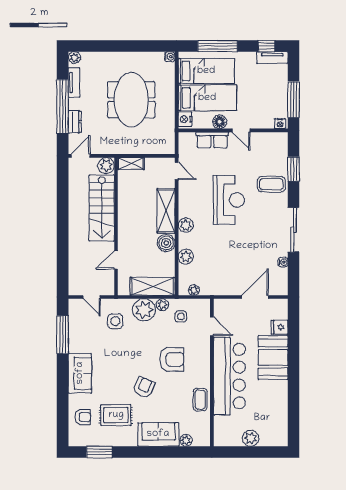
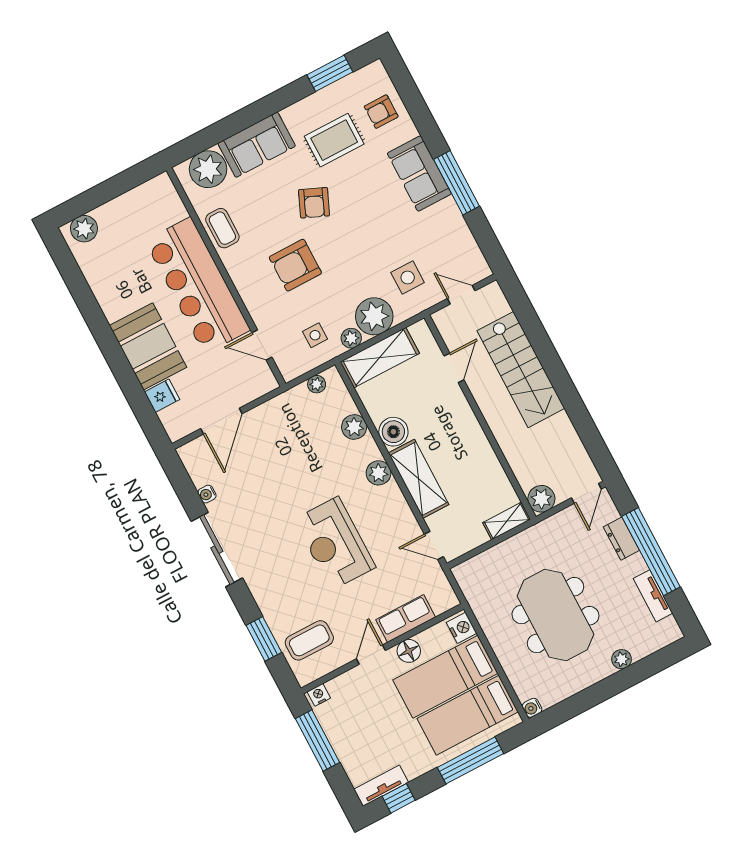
plant: (75, 58) -> (622, 659), moved
door: (241, 130) -> (371, 655), hinge flipped
coffee table: (271, 184) -> (309, 640), moved
stairs: (102, 208) -> (521, 370), moved, turned 180
window: (63, 335) -> (456, 183), moved
plant: (251, 438) -> (84, 229), moved
plant: (186, 440) -> (208, 169), width x1.88, depth x1.88

